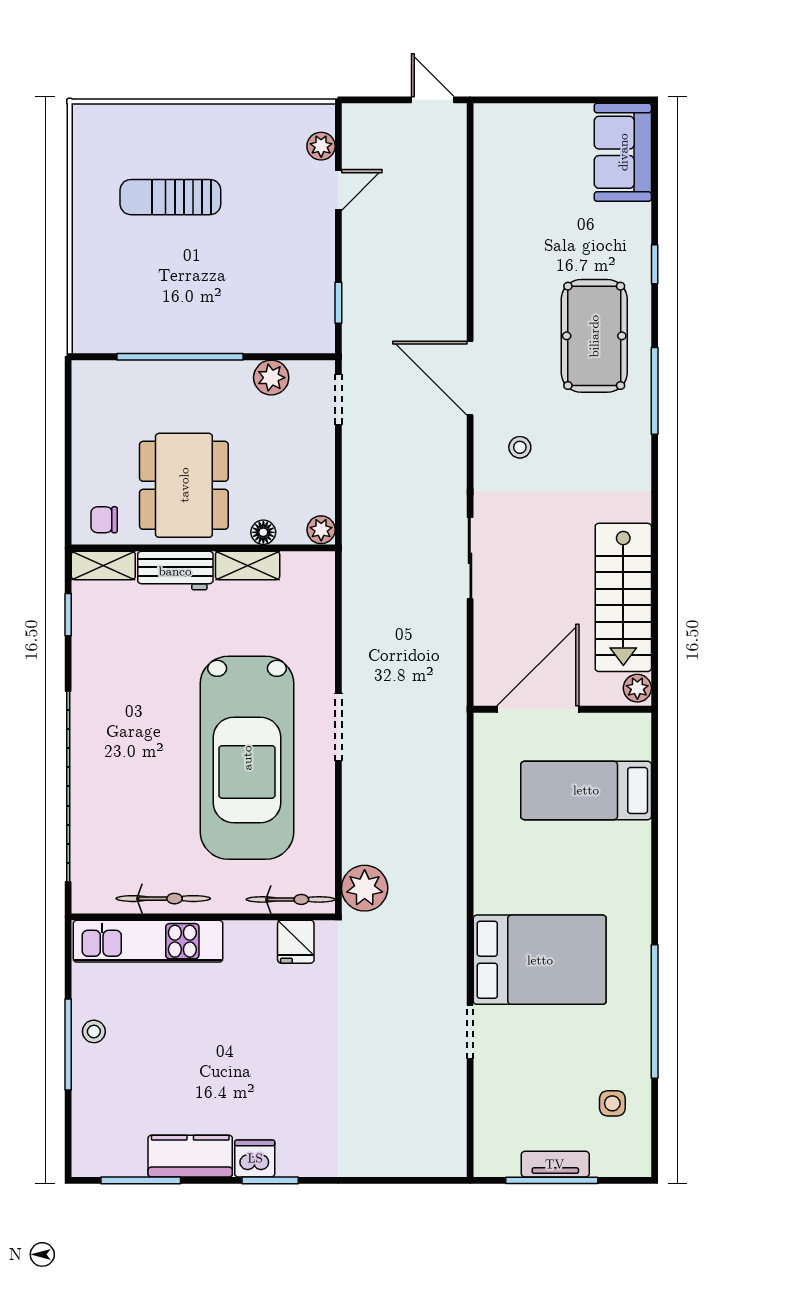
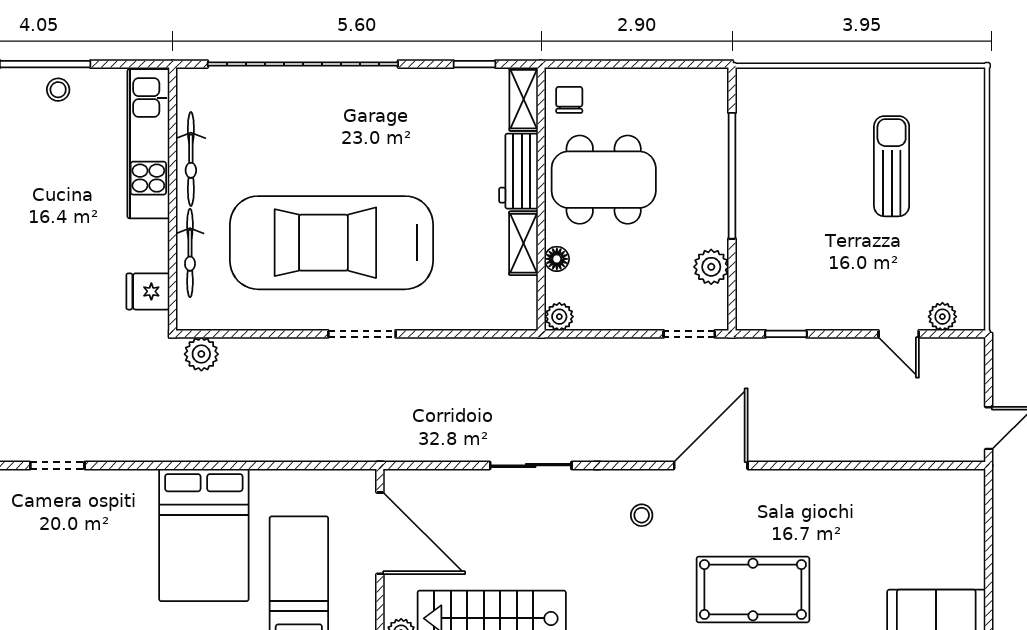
plant: (365, 888) -> (201, 354), width x0.73, depth x0.73
bicycle: (291, 899) -> (190, 253), moved
bed: (540, 960) -> (204, 535), moved

